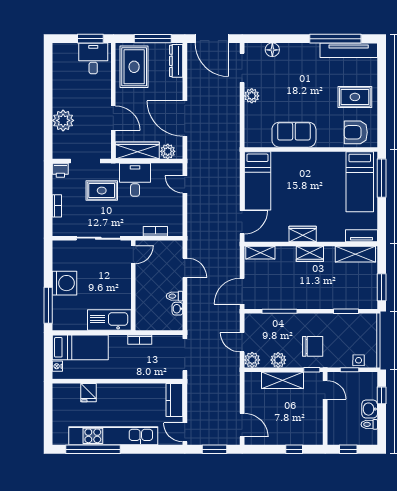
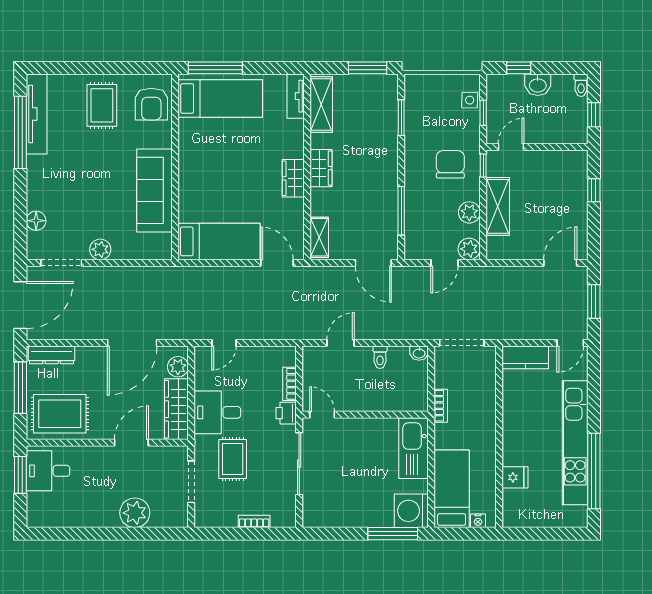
sofa: (294, 135) -> (155, 190), width x1.36
printer: (60, 170) -> (286, 413), moved, turned 180
washing machine: (65, 283) -> (411, 511), moved, turned -90
washbasin: (177, 309) -> (419, 353), moved
toilet: (369, 424) -> (581, 85), moved

